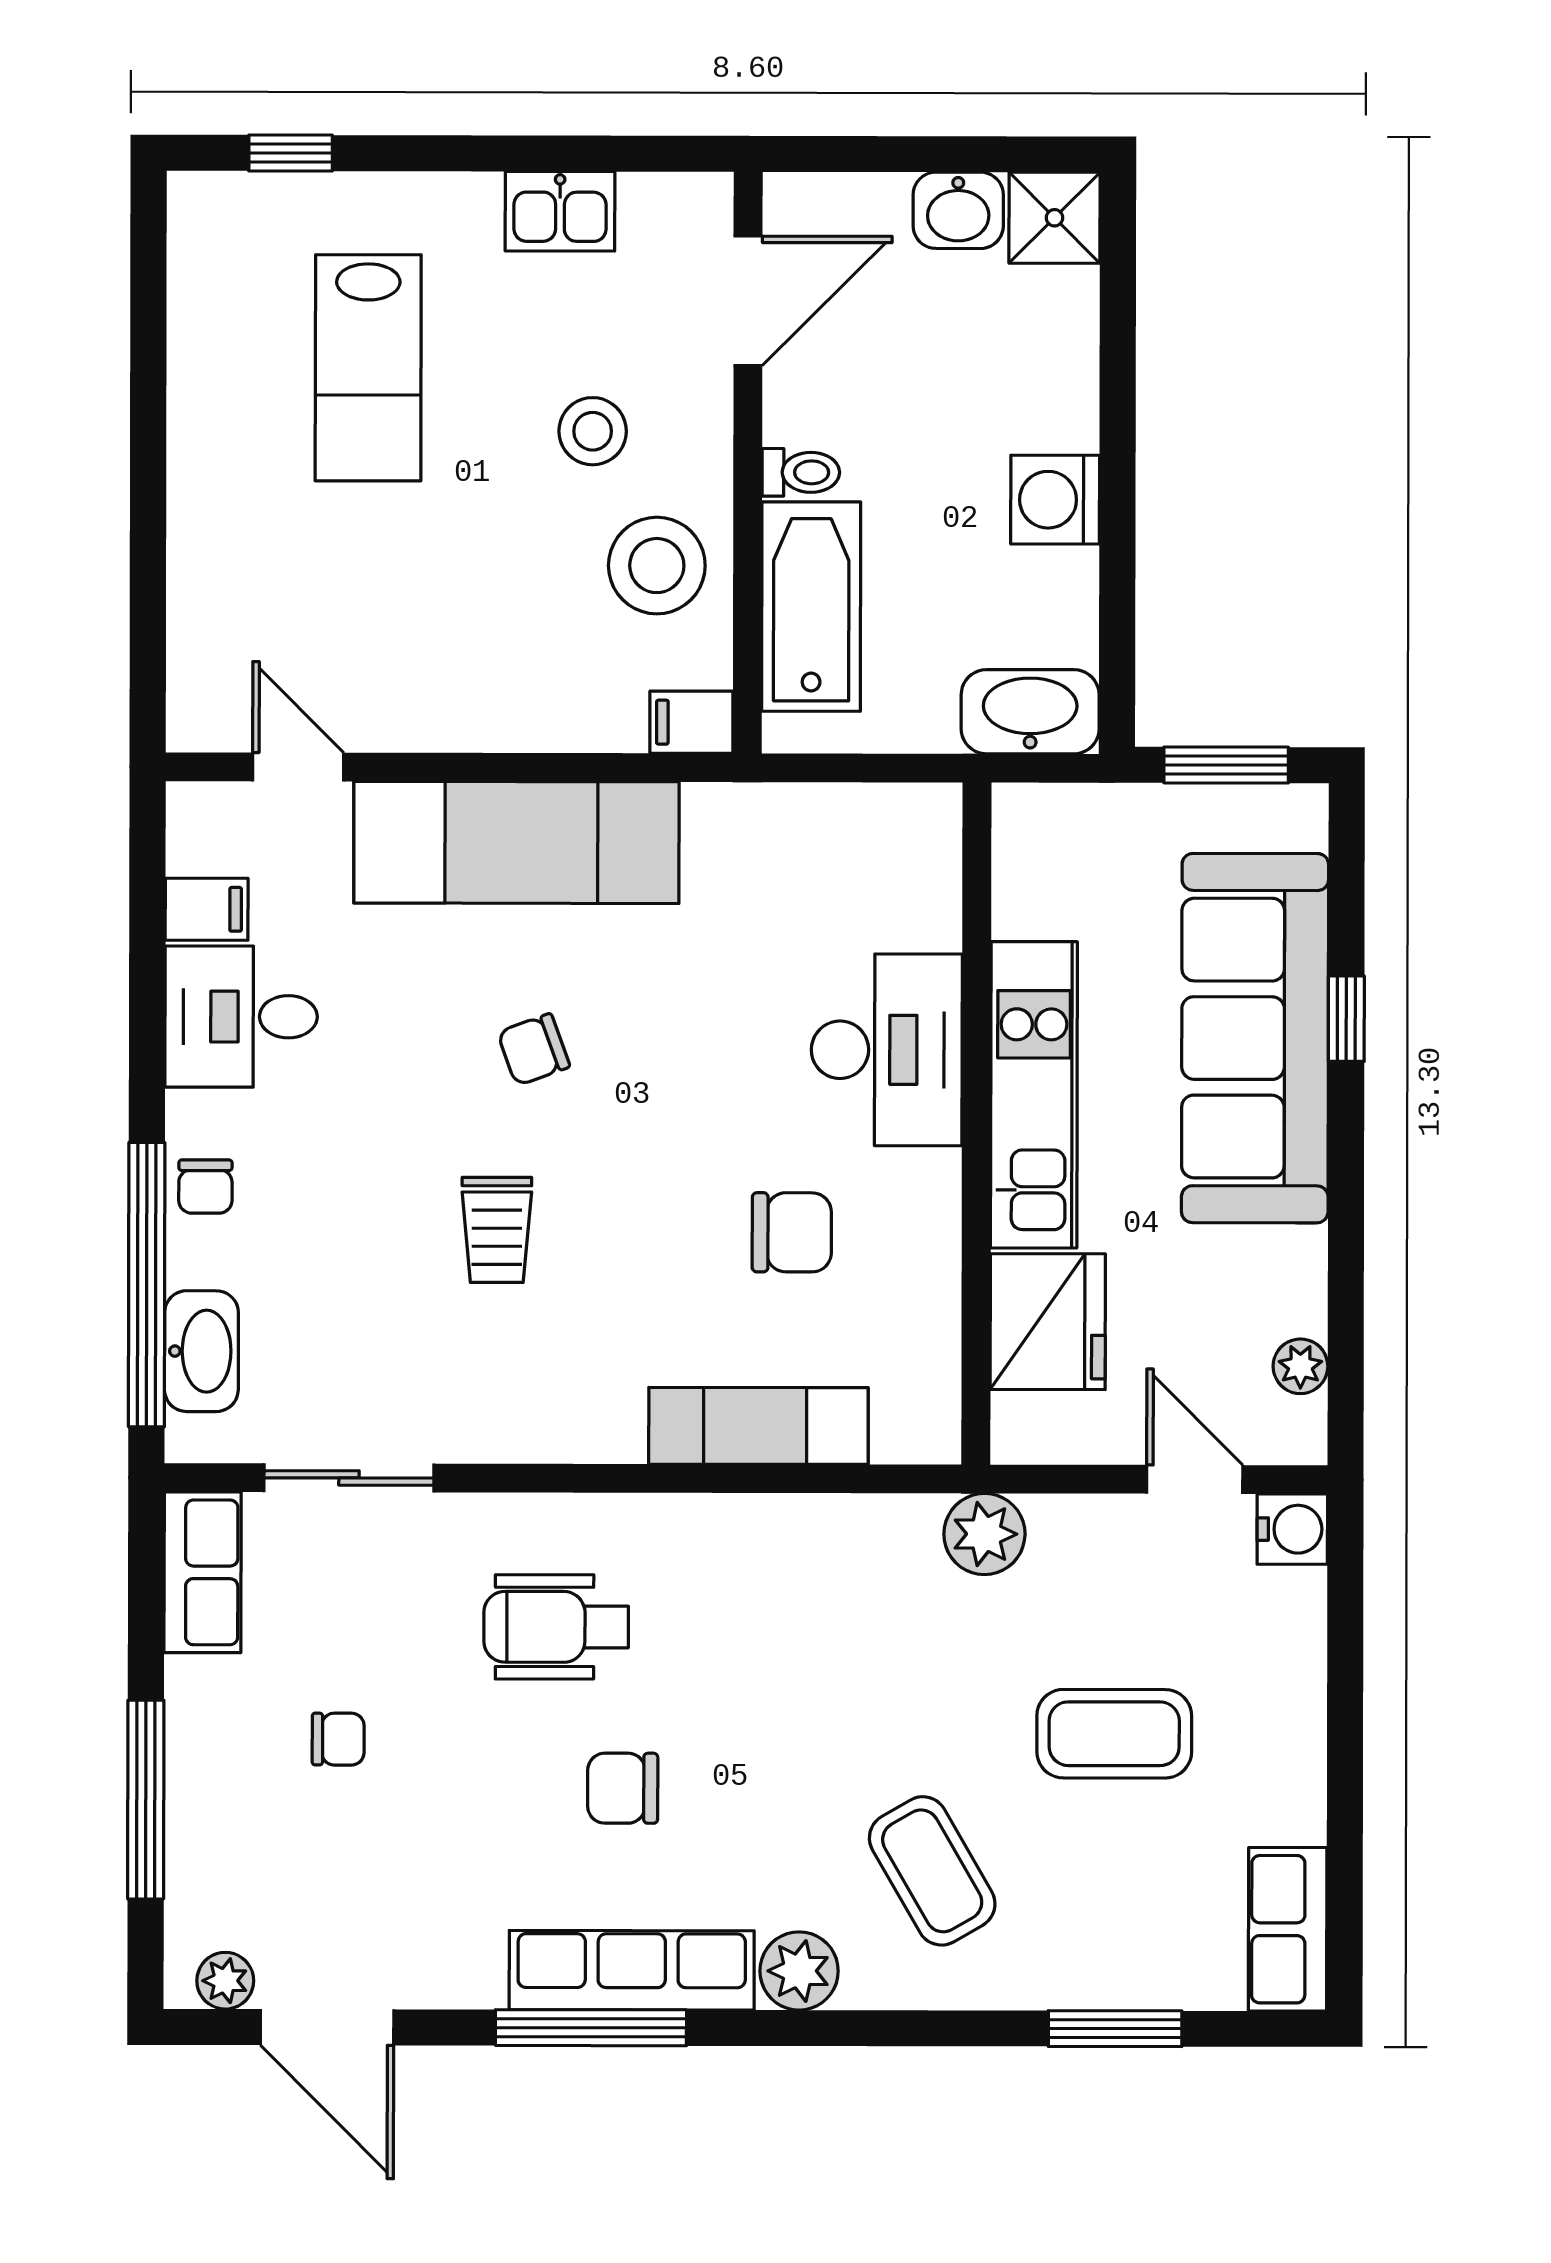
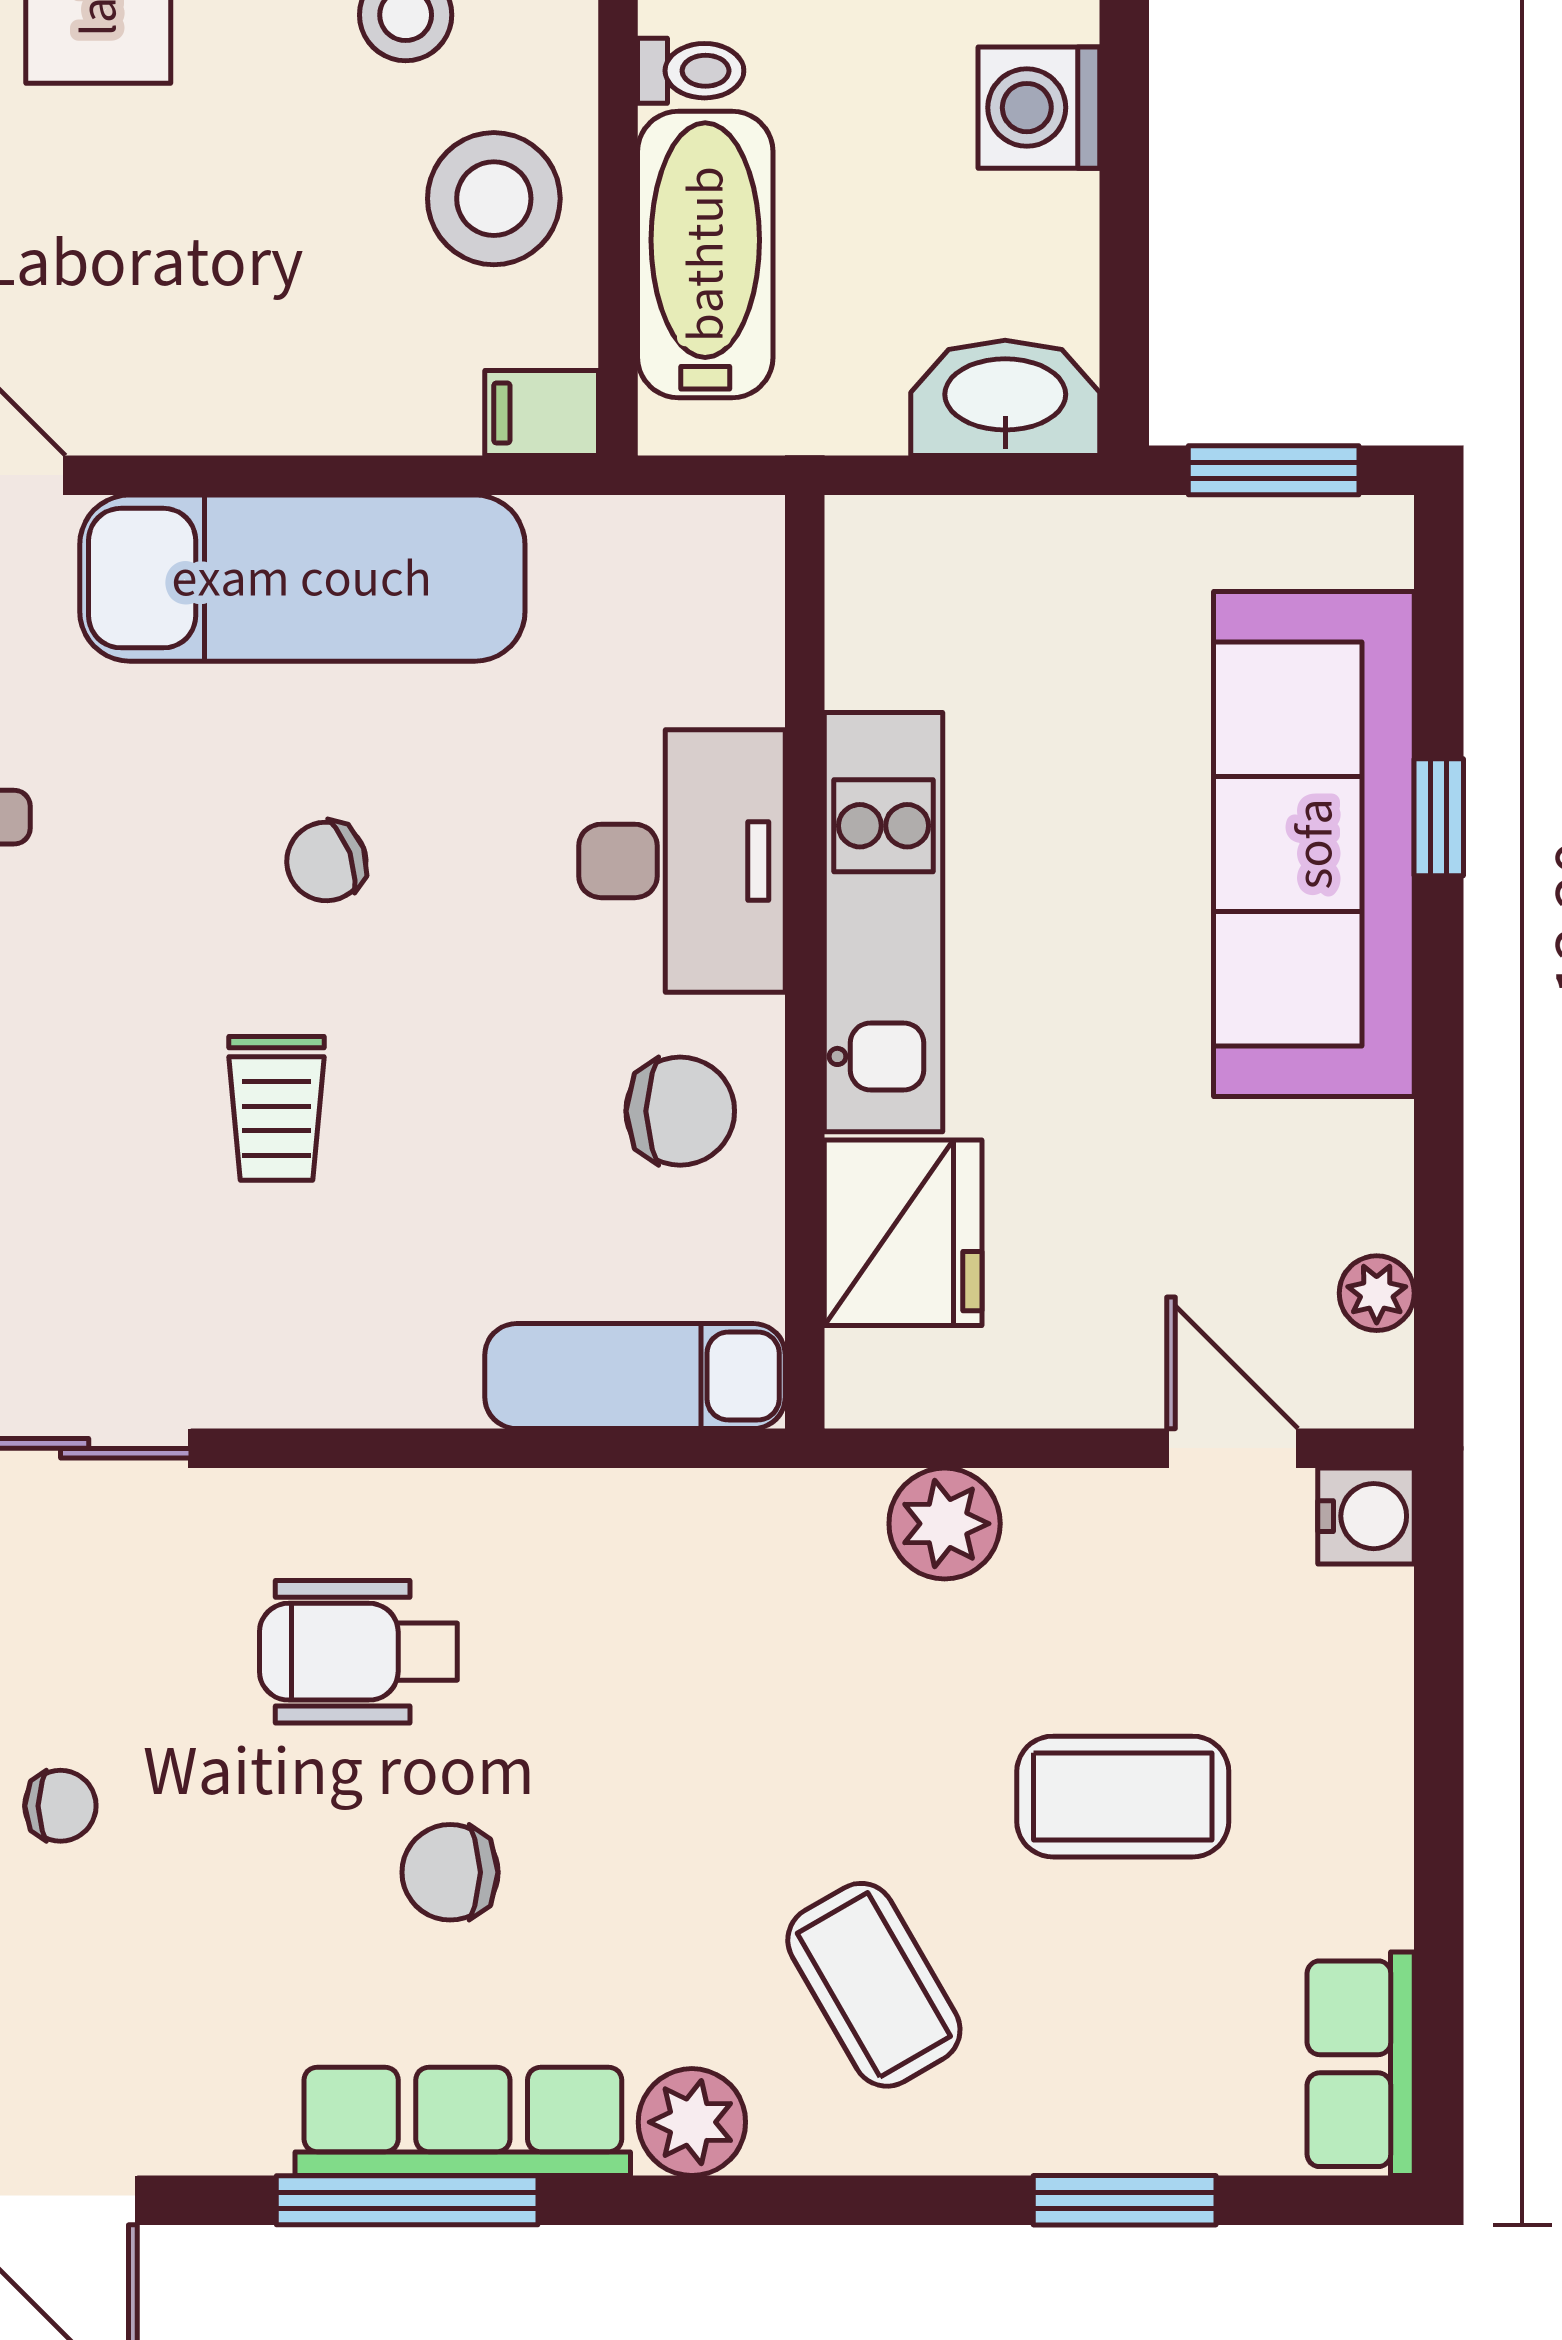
desk: (887, 1050) -> (682, 861), moved
kitchen unit: (1034, 1095) -> (884, 922), moved
wall: (976, 1124) -> (805, 962), moved
fridge: (1048, 1322) -> (903, 1233), moved

